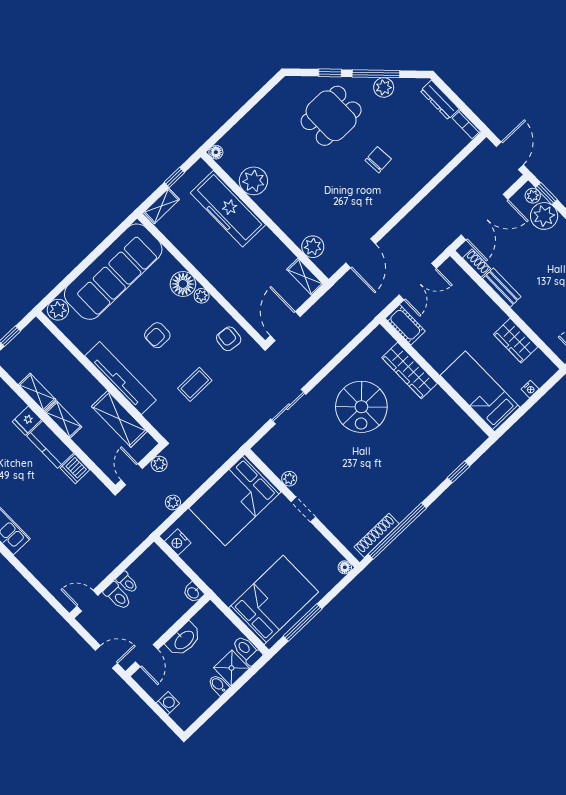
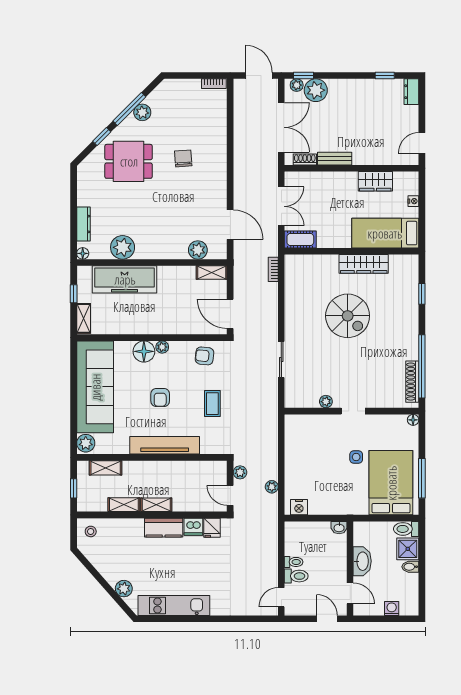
dresser: (440, 100) -> (84, 224), moved, turned -90
dining table: (331, 116) -> (129, 161), turned 90
bookcase: (358, 326) -> (273, 269), added
wardrobe: (410, 371) -> (364, 264), moved
spiral stairs: (361, 407) -> (348, 316), moved
shelving: (119, 419) -> (106, 468), moved, width x0.67, depth x0.75
fridge: (27, 421) -> (212, 528), moved
bed: (235, 500) -> (307, 447), removed
side table: (267, 549) -> (356, 457), added
door: (106, 657) -> (327, 619), hinge flipped

